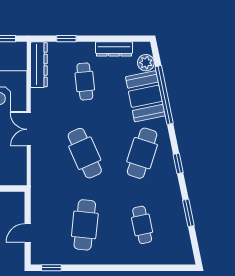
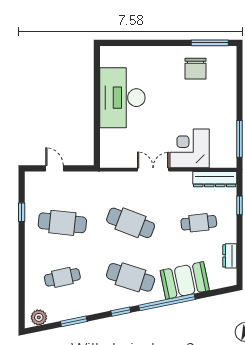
dresser: (114, 49) -> (230, 256), width x0.70
plant: (146, 63) -> (39, 317), moved
window: (164, 95) -> (167, 302), moved
cafe table: (85, 153) -> (131, 223), turned 45
window: (51, 268) -> (22, 212), moved

